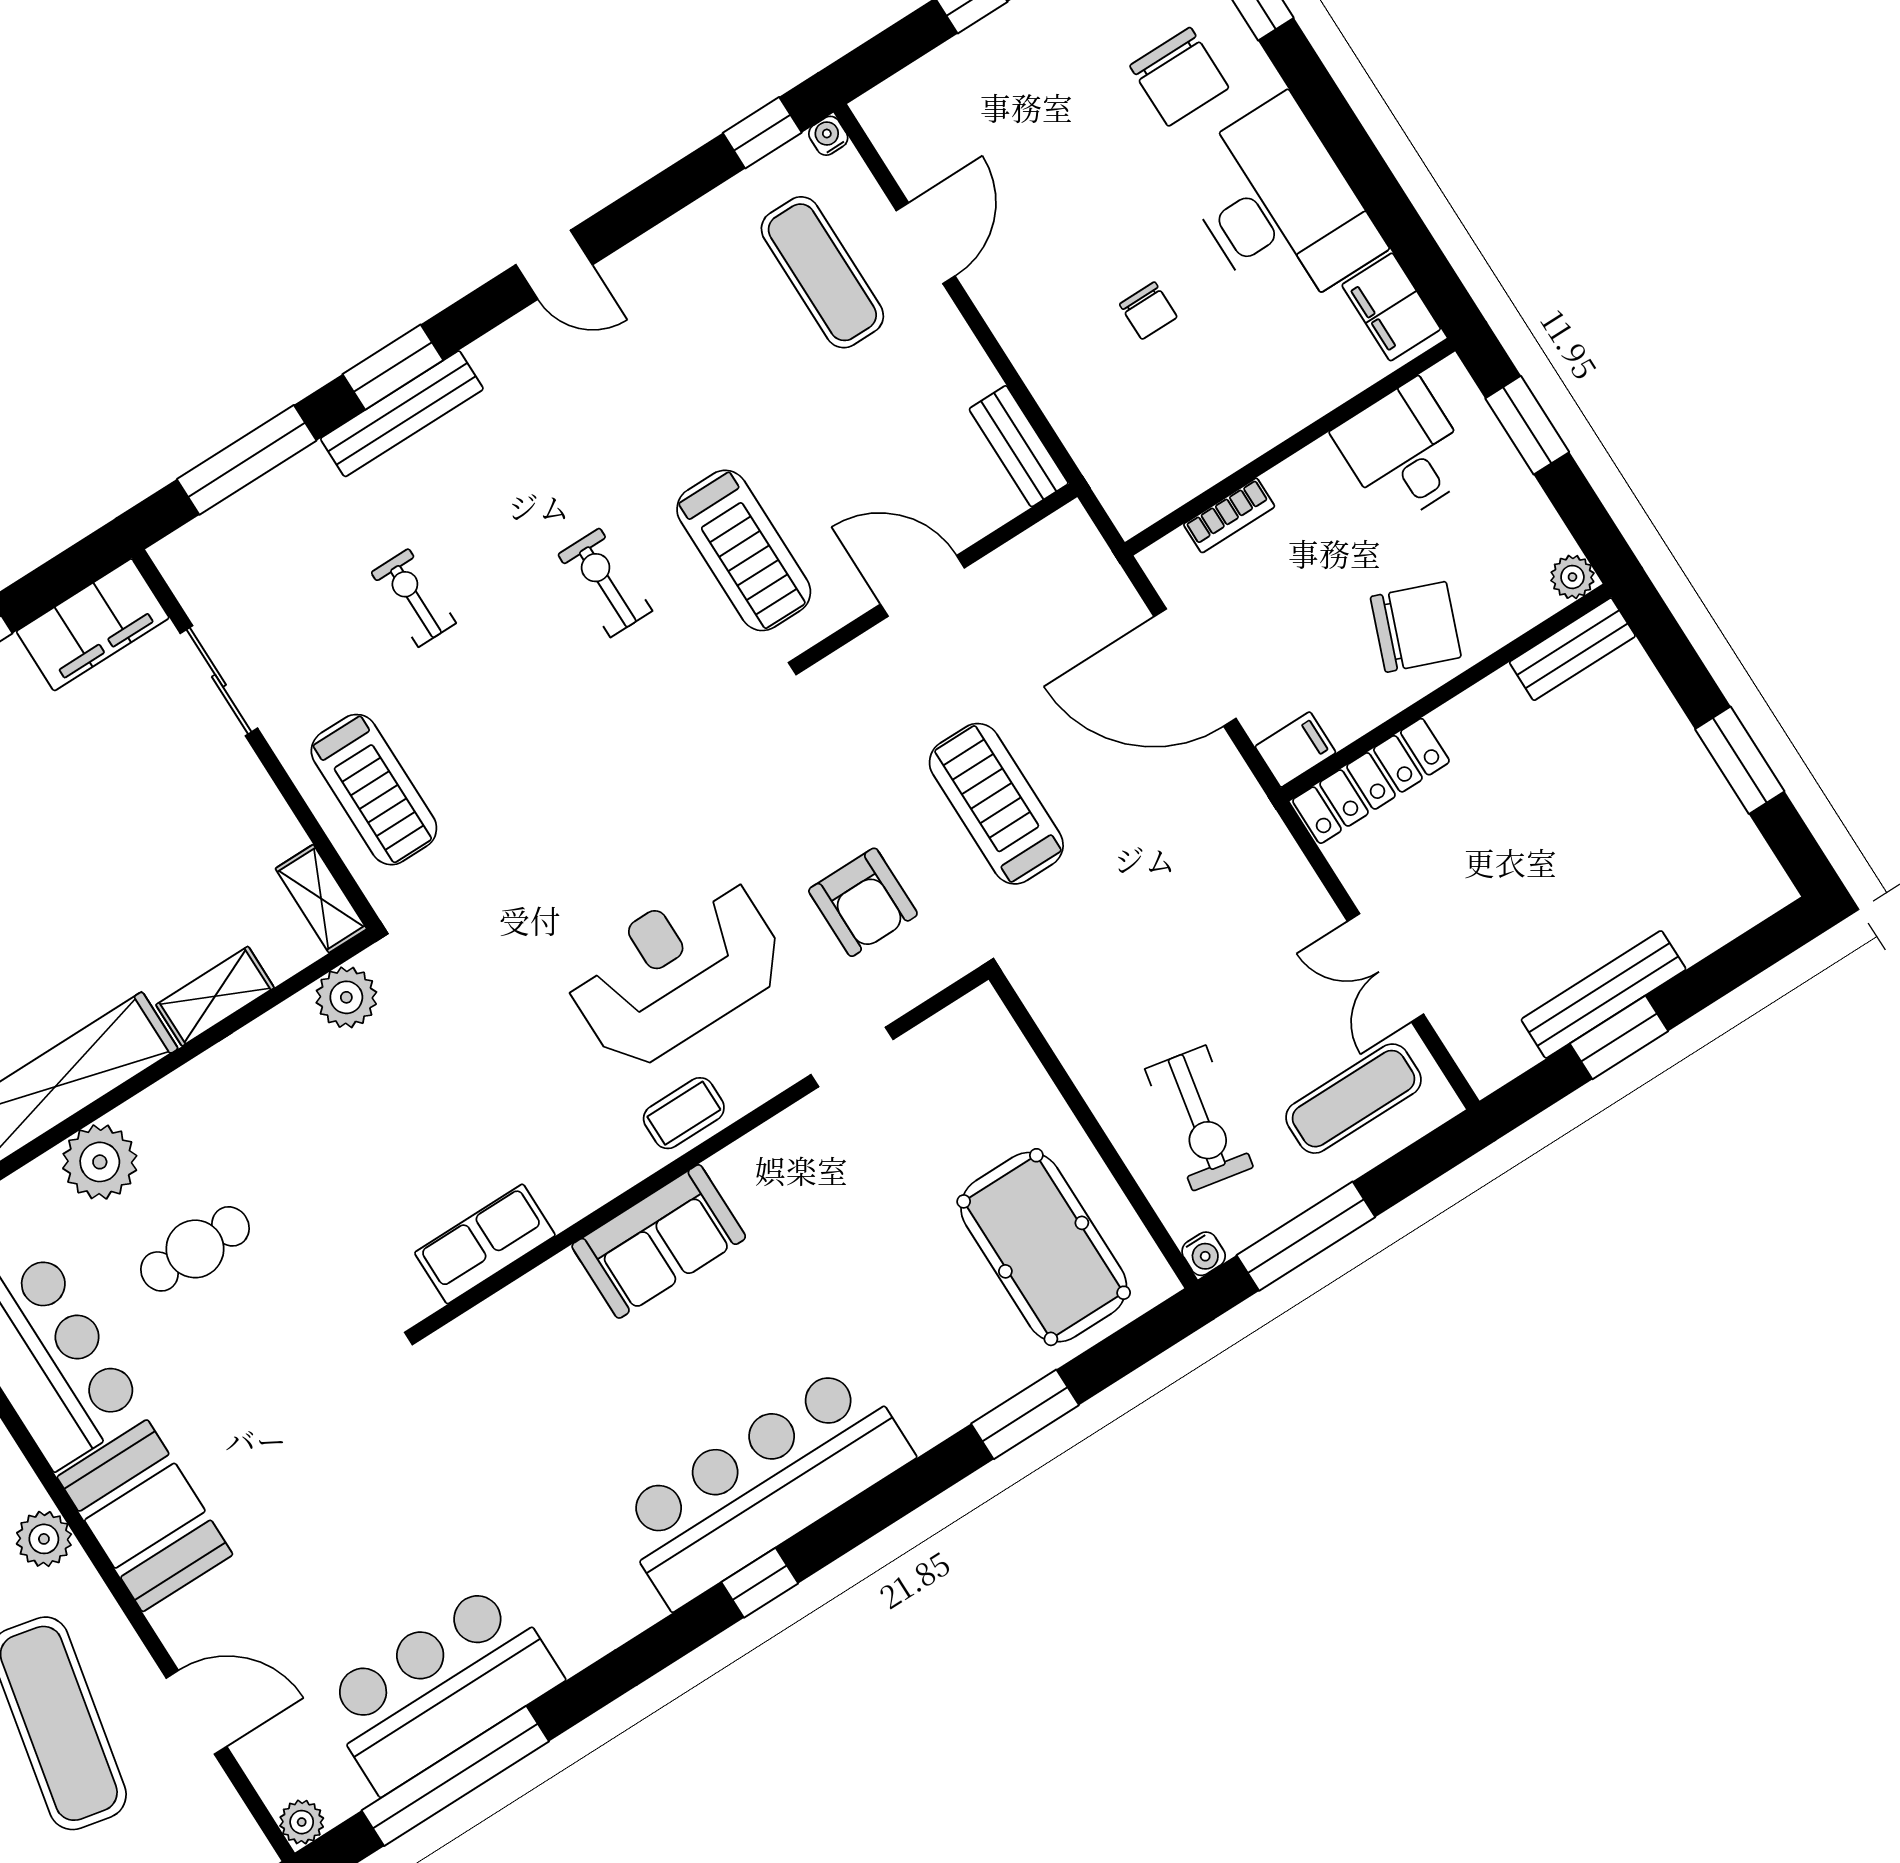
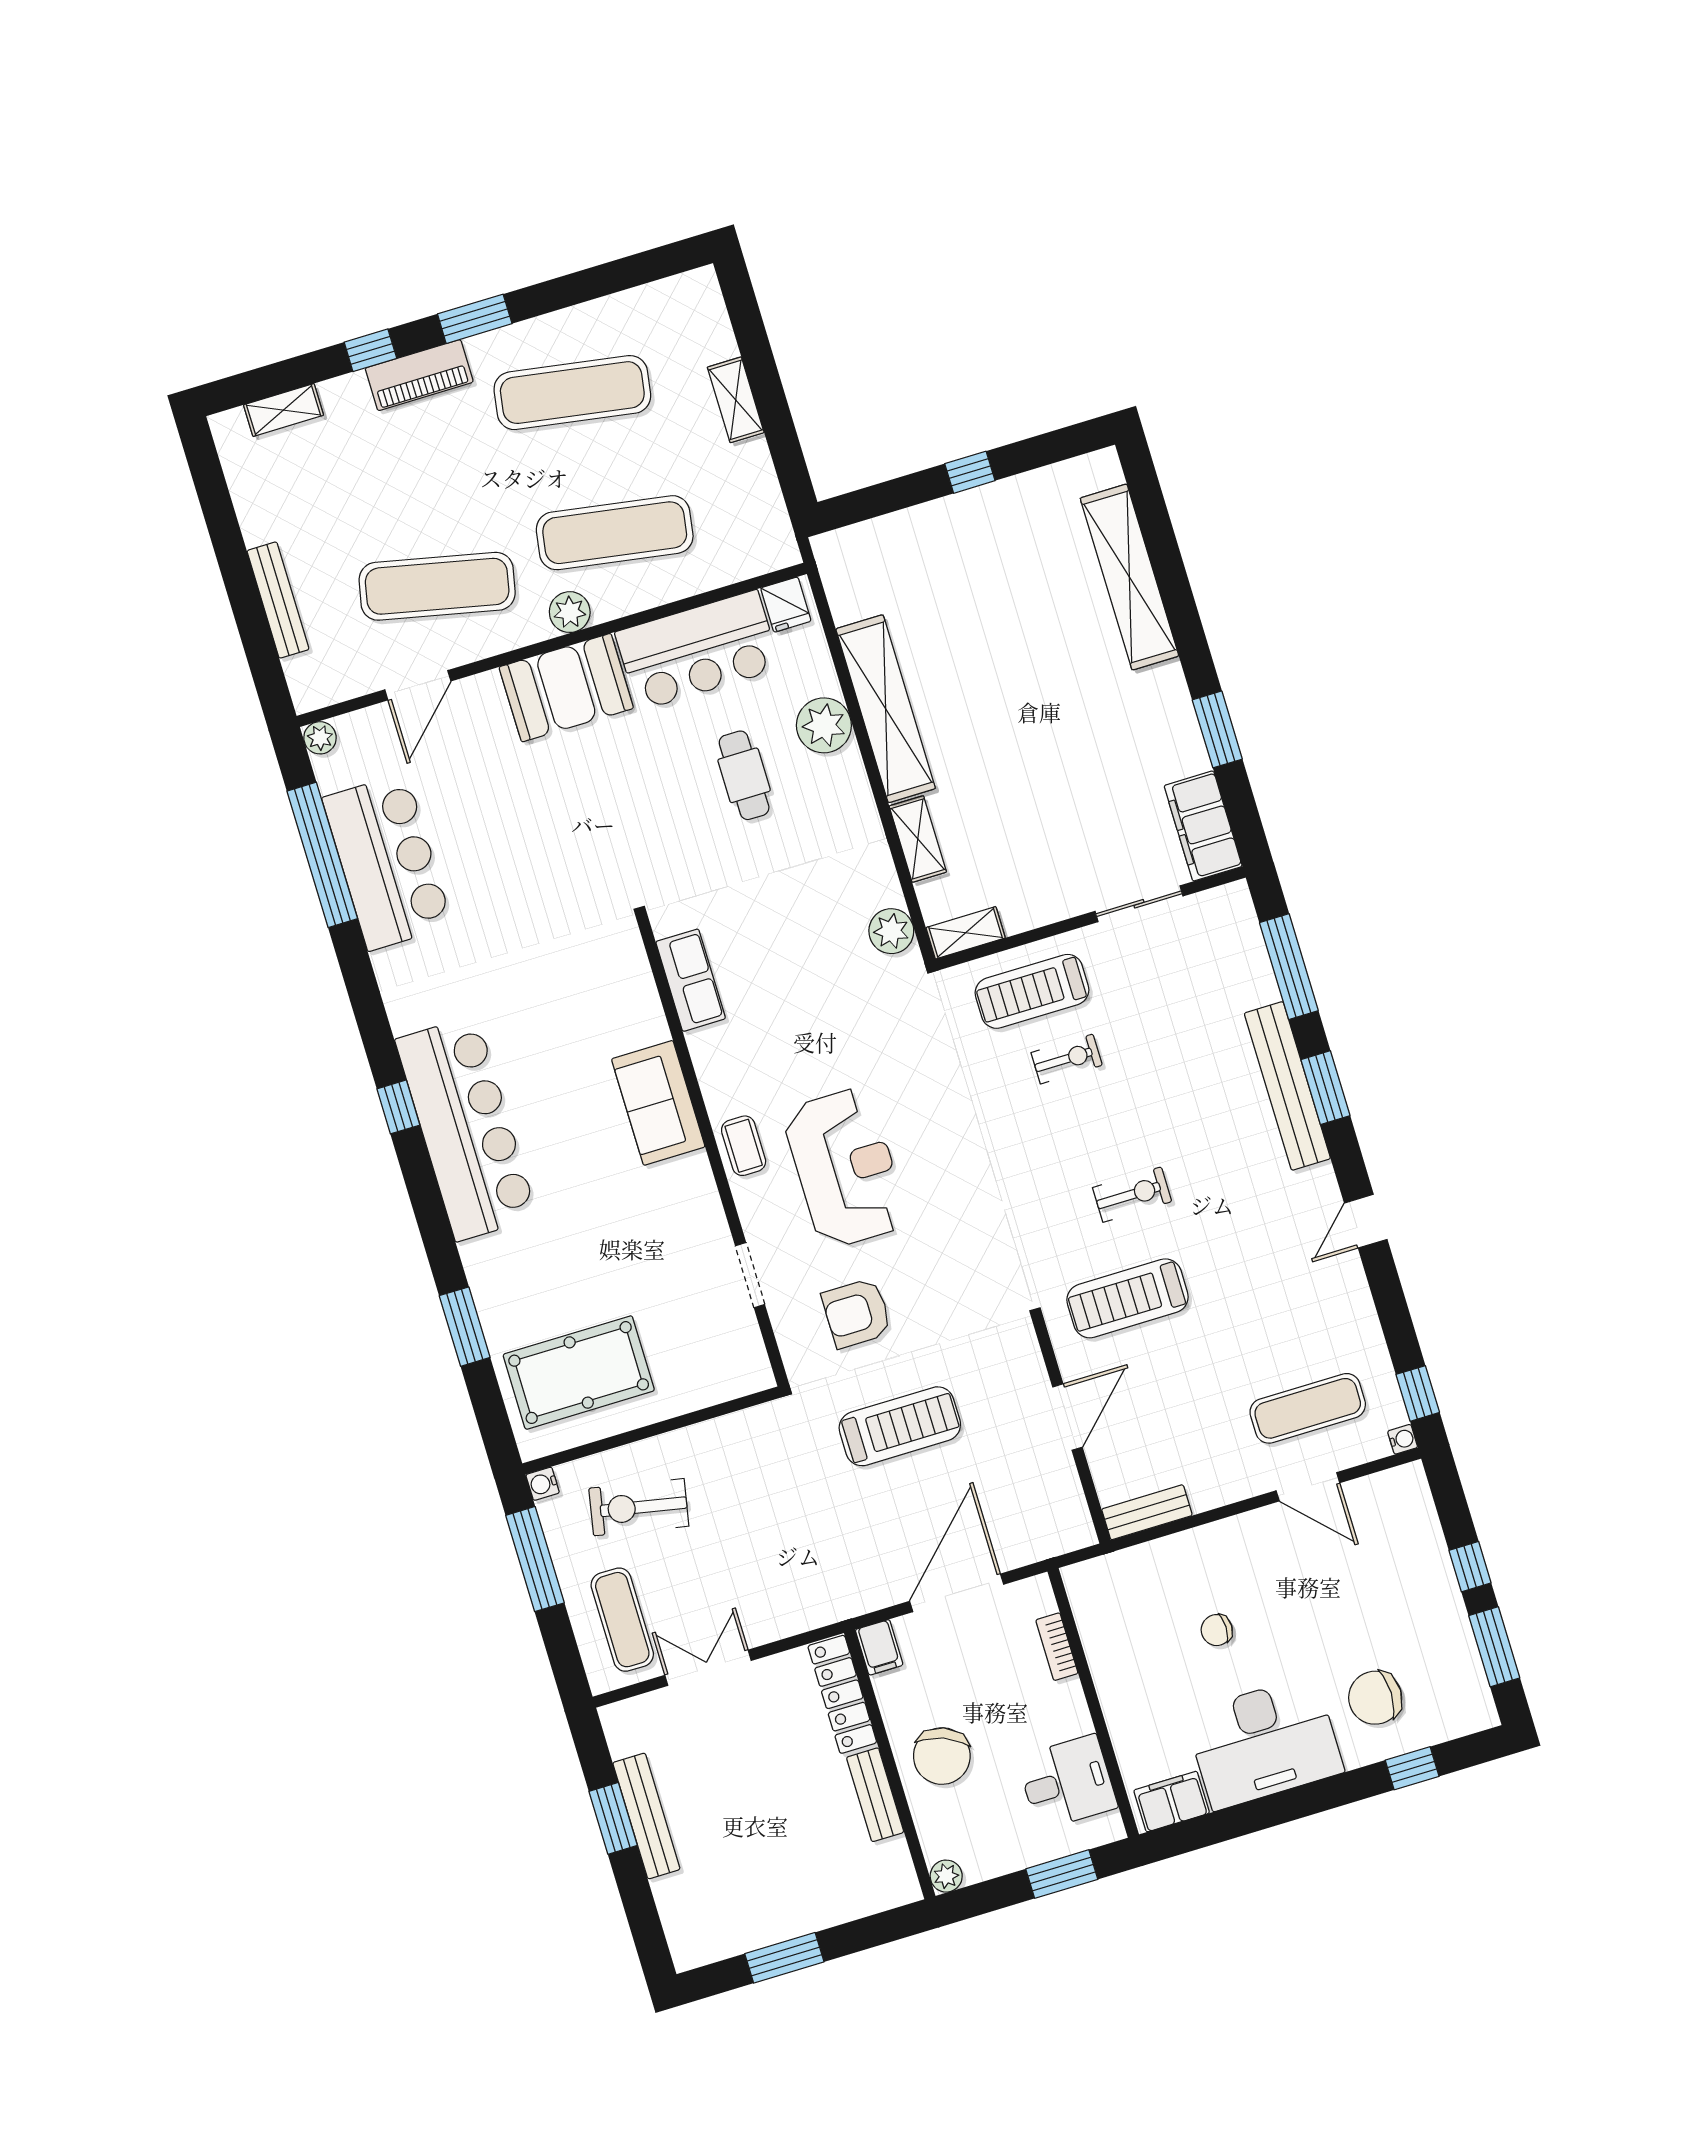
bench: (402, 414) -> (1287, 1086), width x1.37, depth x1.21
exercise bike: (414, 598) -> (1067, 1059), moved
bench: (1572, 649) -> (875, 1795), moved

